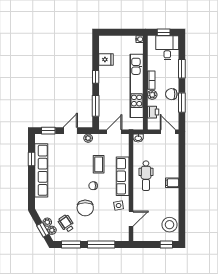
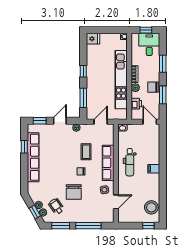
fridge: (106, 60) -> (93, 39), moved

